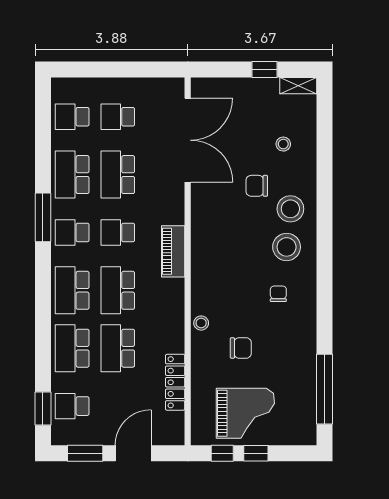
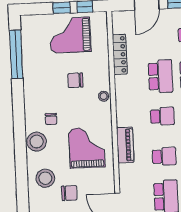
stool: (287, 247) -> (37, 142), moved
grand piano: (229, 250) -> (87, 148), added
school desk: (118, 290) -> (162, 116), width x0.54

